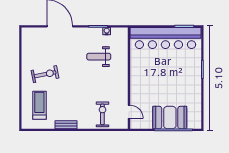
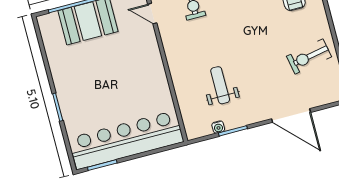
weight bench: (99, 57) -> (220, 85), turned -90
exercise bike: (45, 74) -> (309, 57), moved

